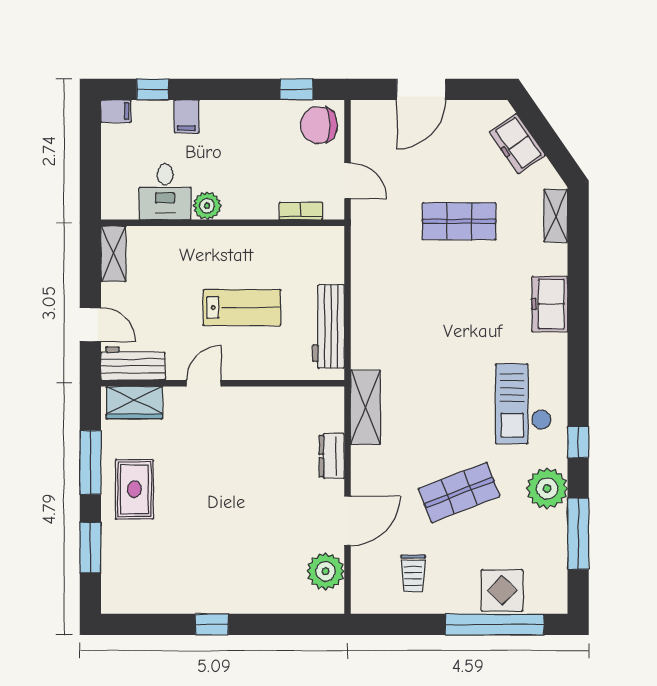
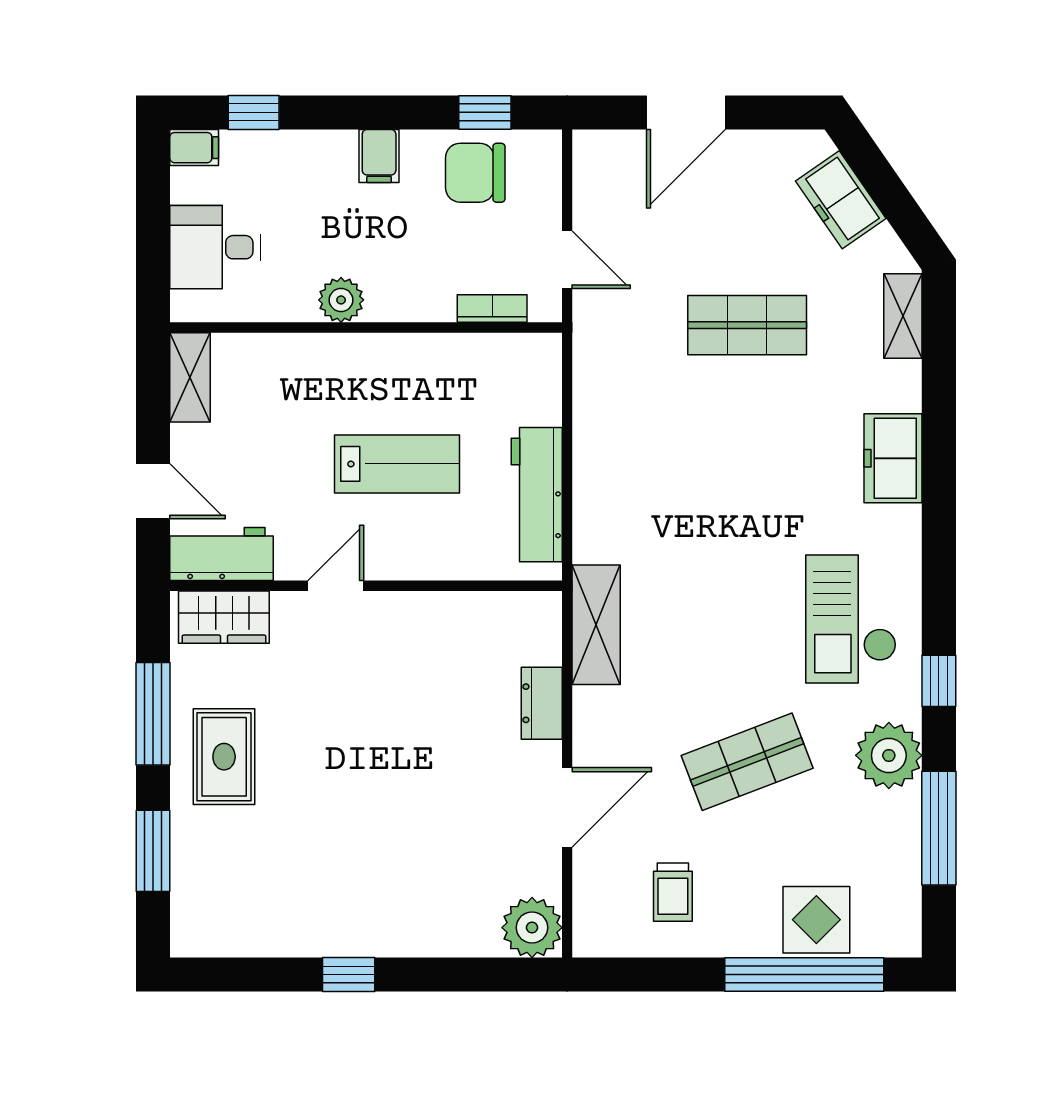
filing cabinet: (187, 116) -> (379, 156), moved
chair: (319, 125) -> (475, 173), moved
desk: (165, 192) -> (215, 247), moved, turned 90
plant: (326, 571) -> (532, 928), moved

